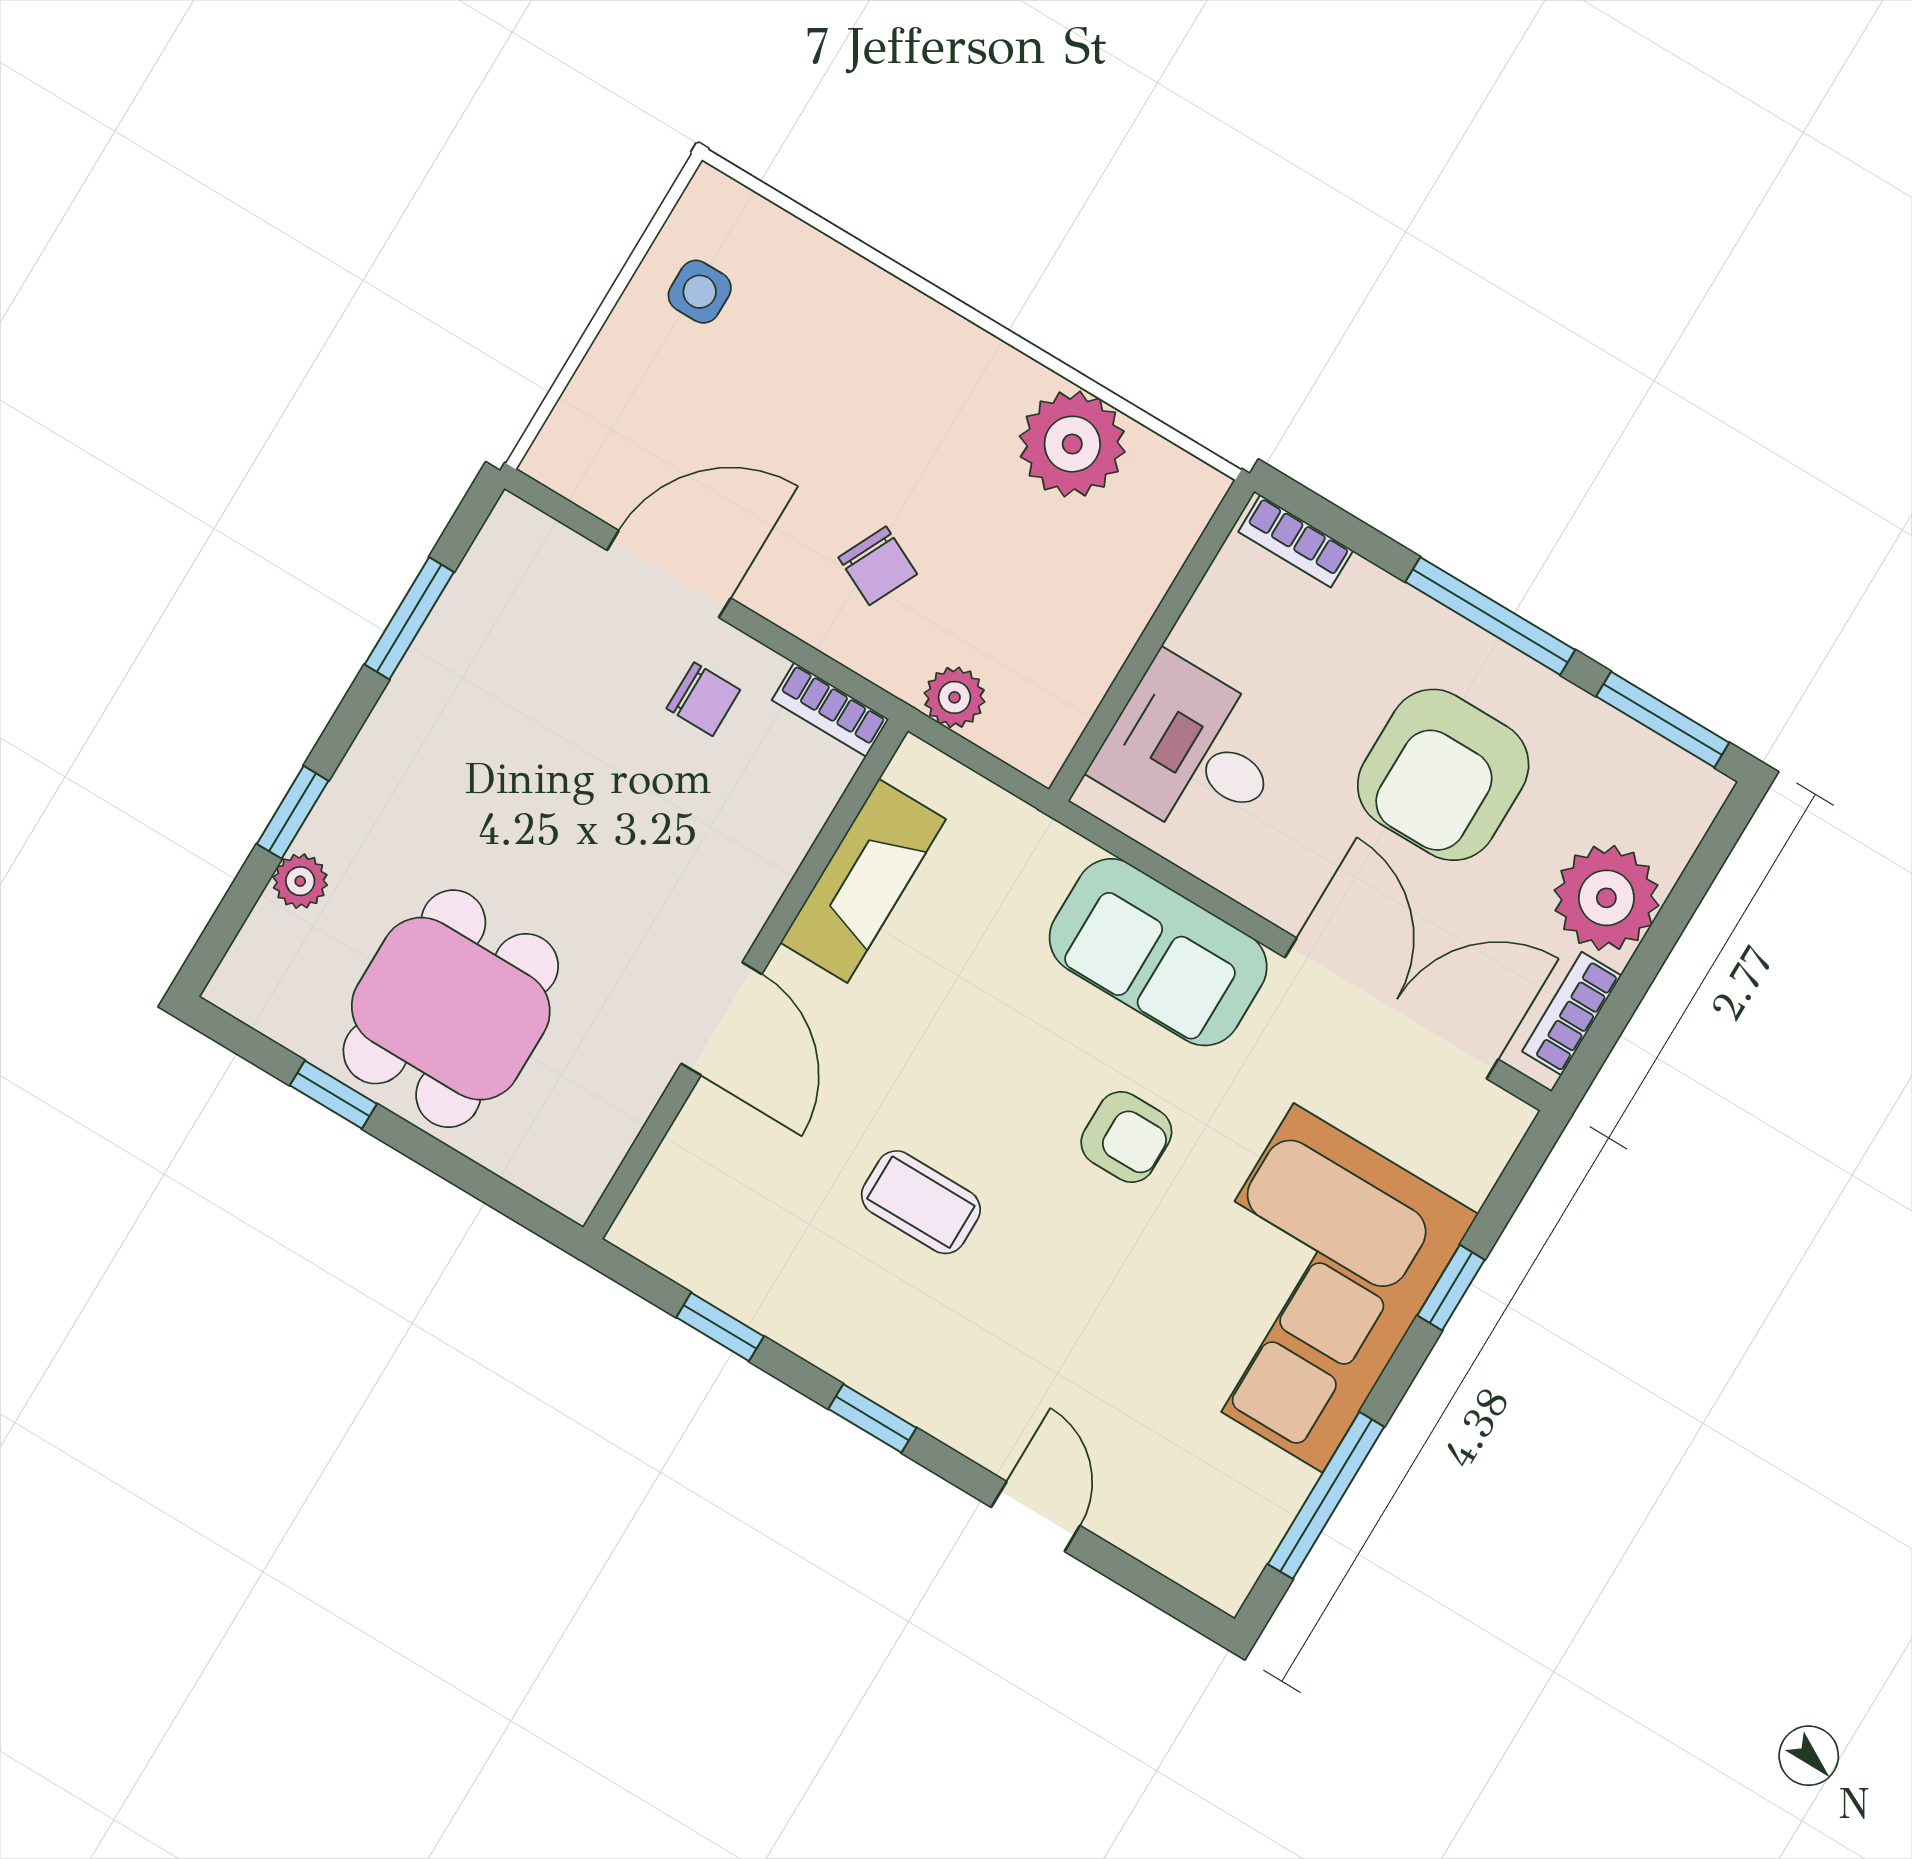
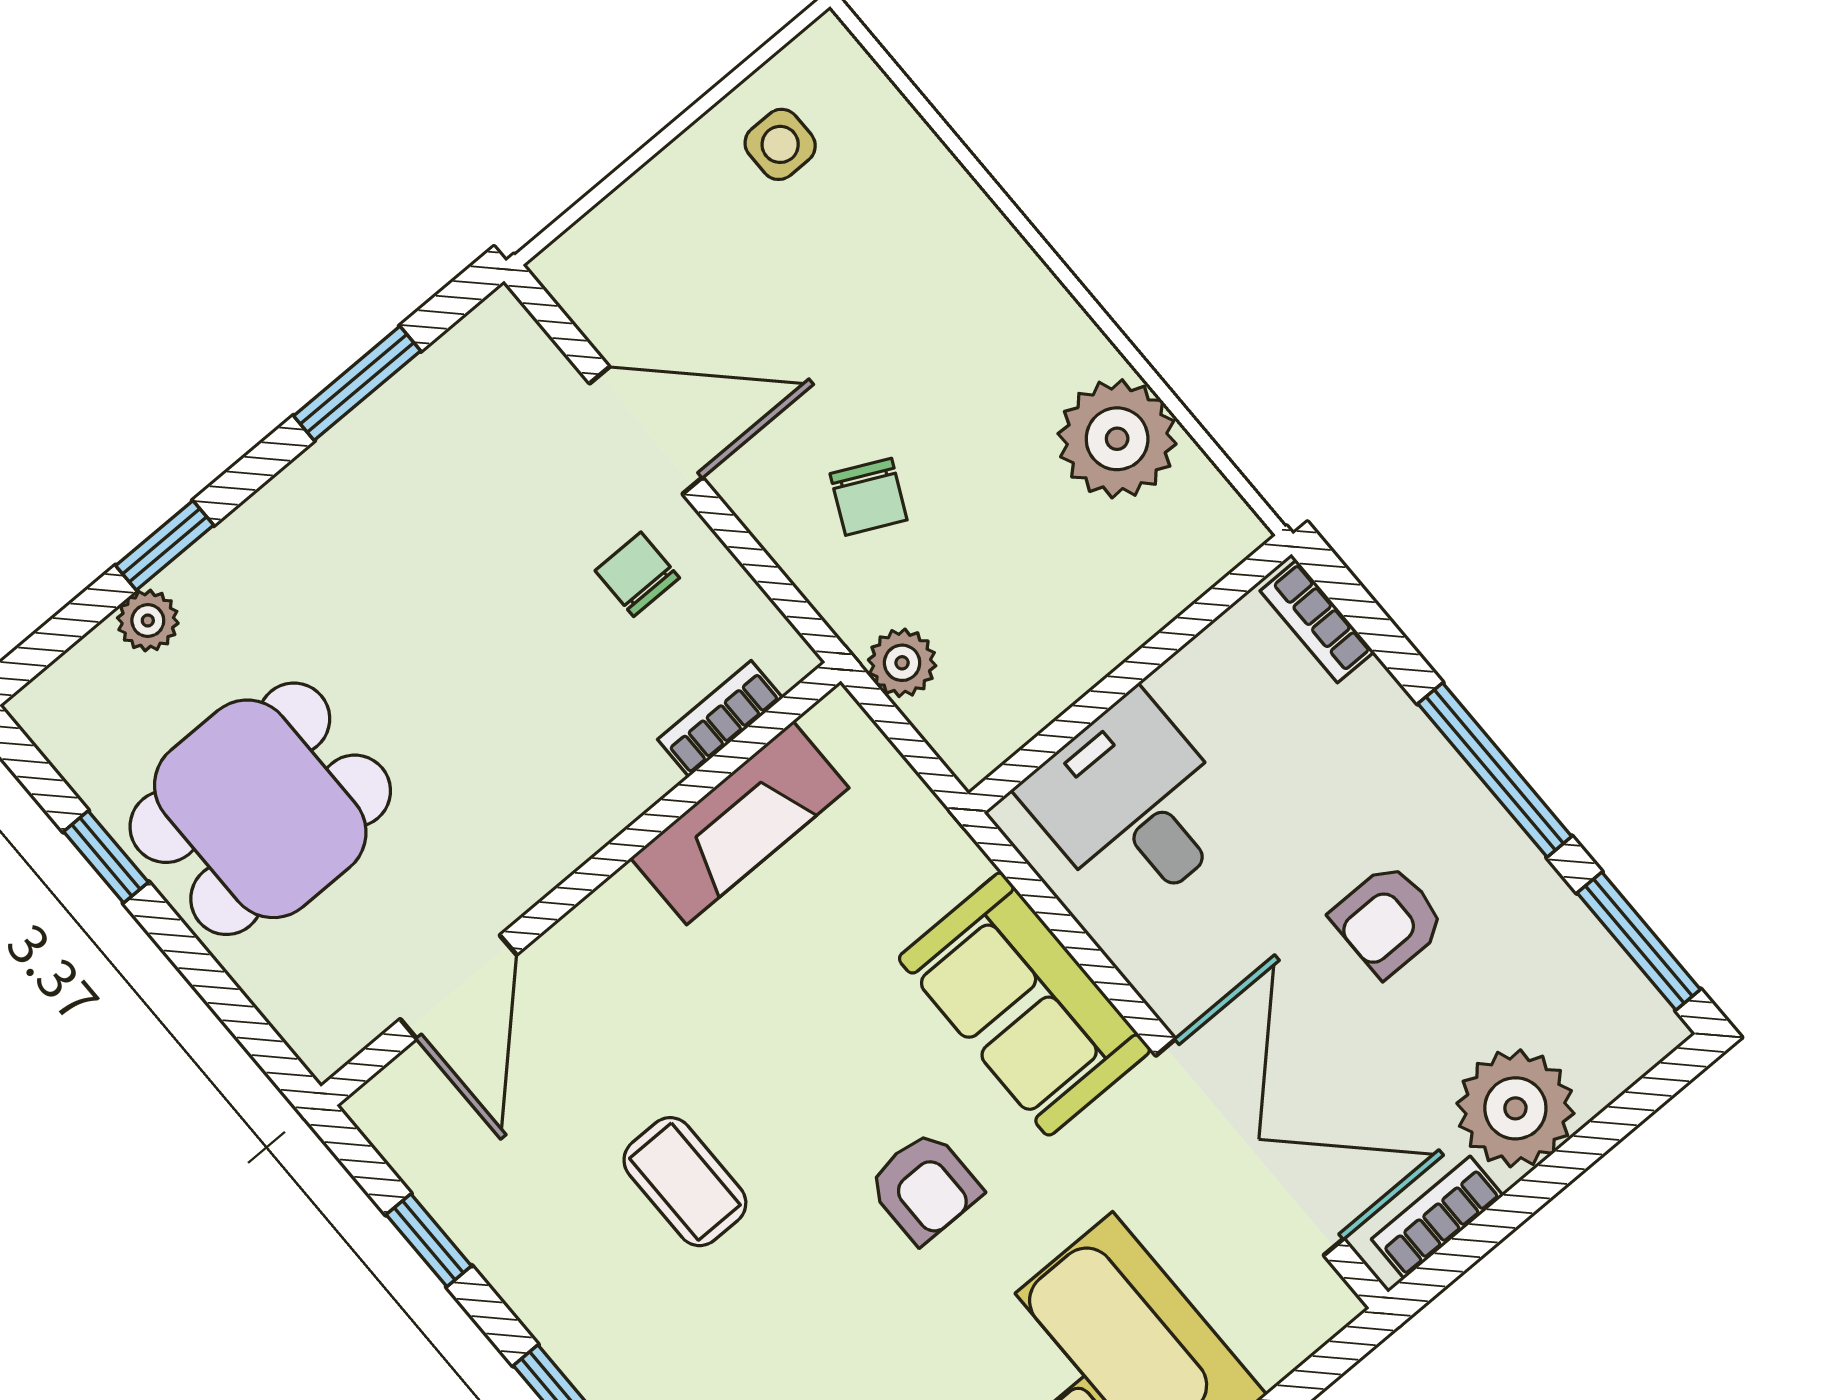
chair: (703, 699) -> (637, 574), turned 180
bookcase: (830, 710) -> (720, 719), moved, turned 90
armchair: (1443, 775) -> (1388, 920), width x0.53, depth x0.53
door: (722, 1019) -> (458, 987), moved

